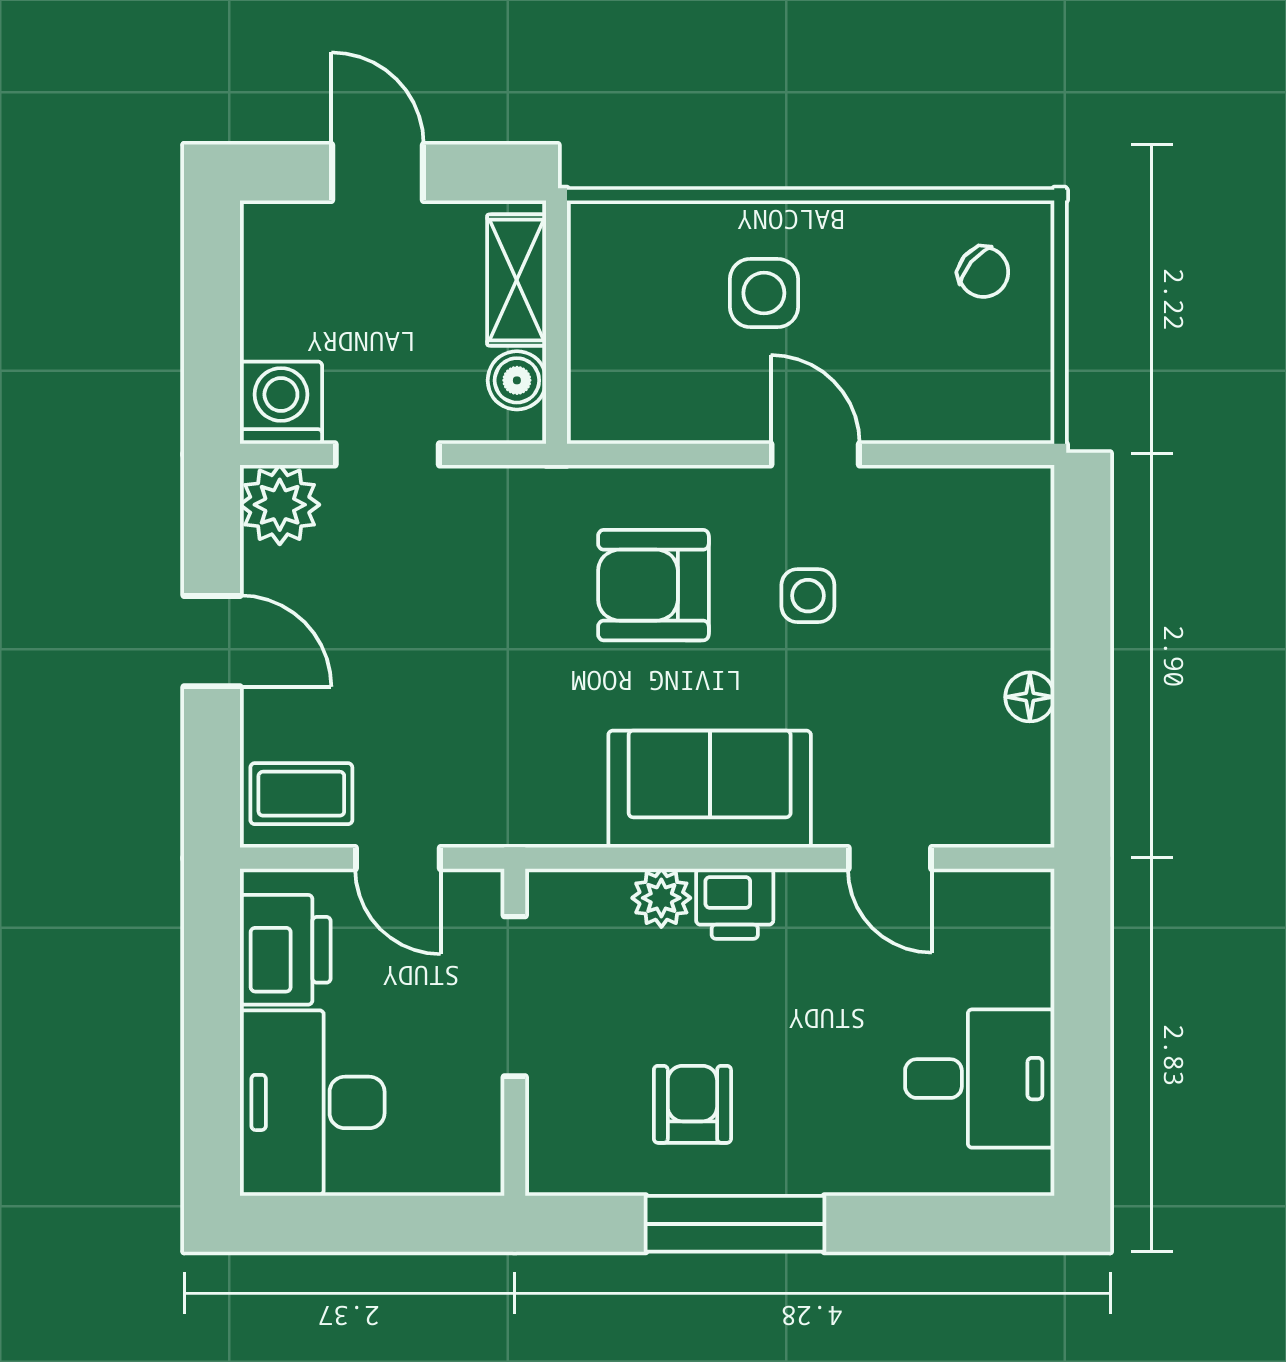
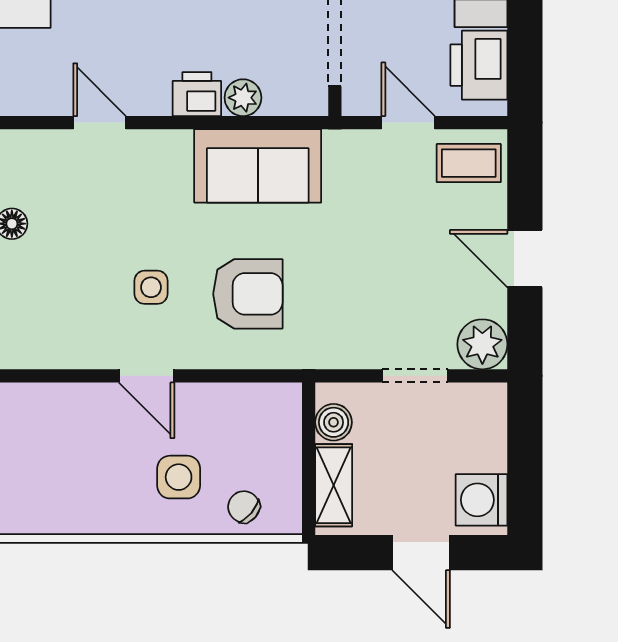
chair: (983, 272) -> (244, 507), moved
washing machine: (281, 403) -> (482, 500), moved, turned 90
sofa: (710, 789) -> (258, 166), moved

